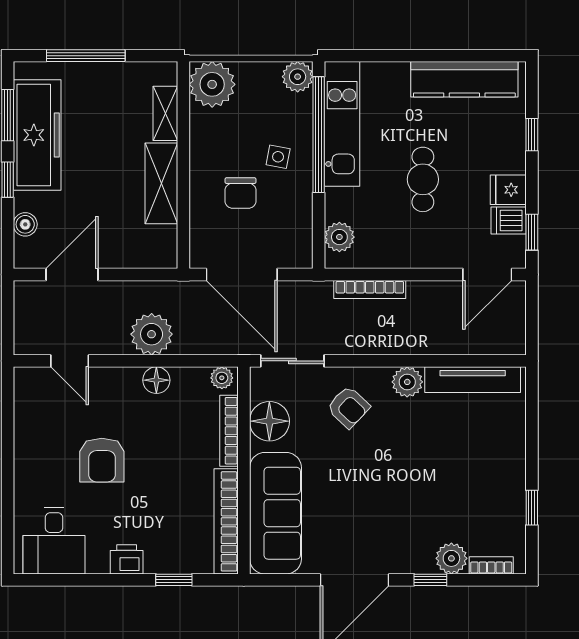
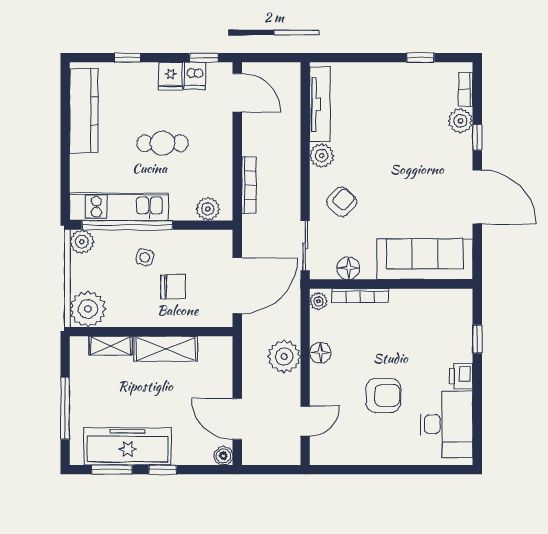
boiler: (25, 224) -> (223, 456), moved
floor lamp: (269, 421) -> (348, 268), width x0.73, depth x0.73
bookcase: (226, 521) -> (431, 298), removed
desk: (54, 541) -> (446, 424), width x1.37

